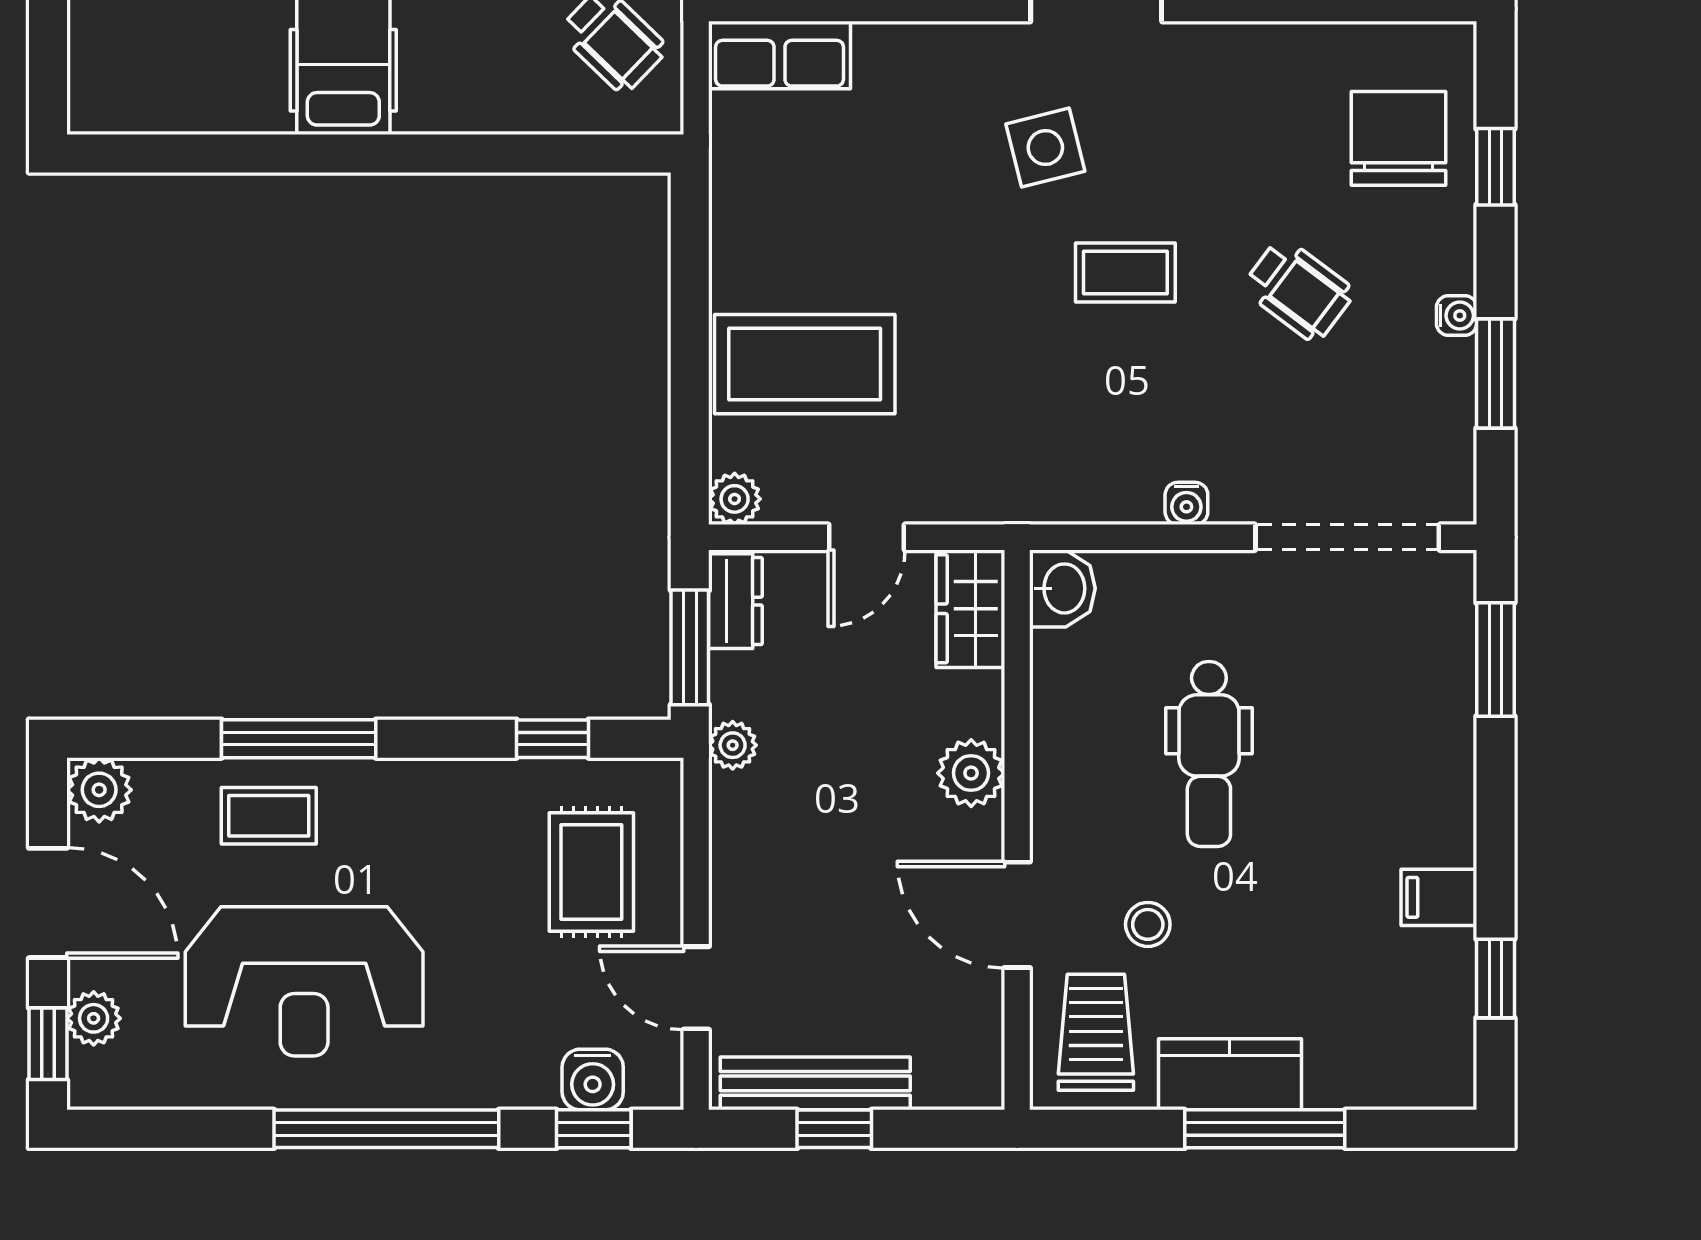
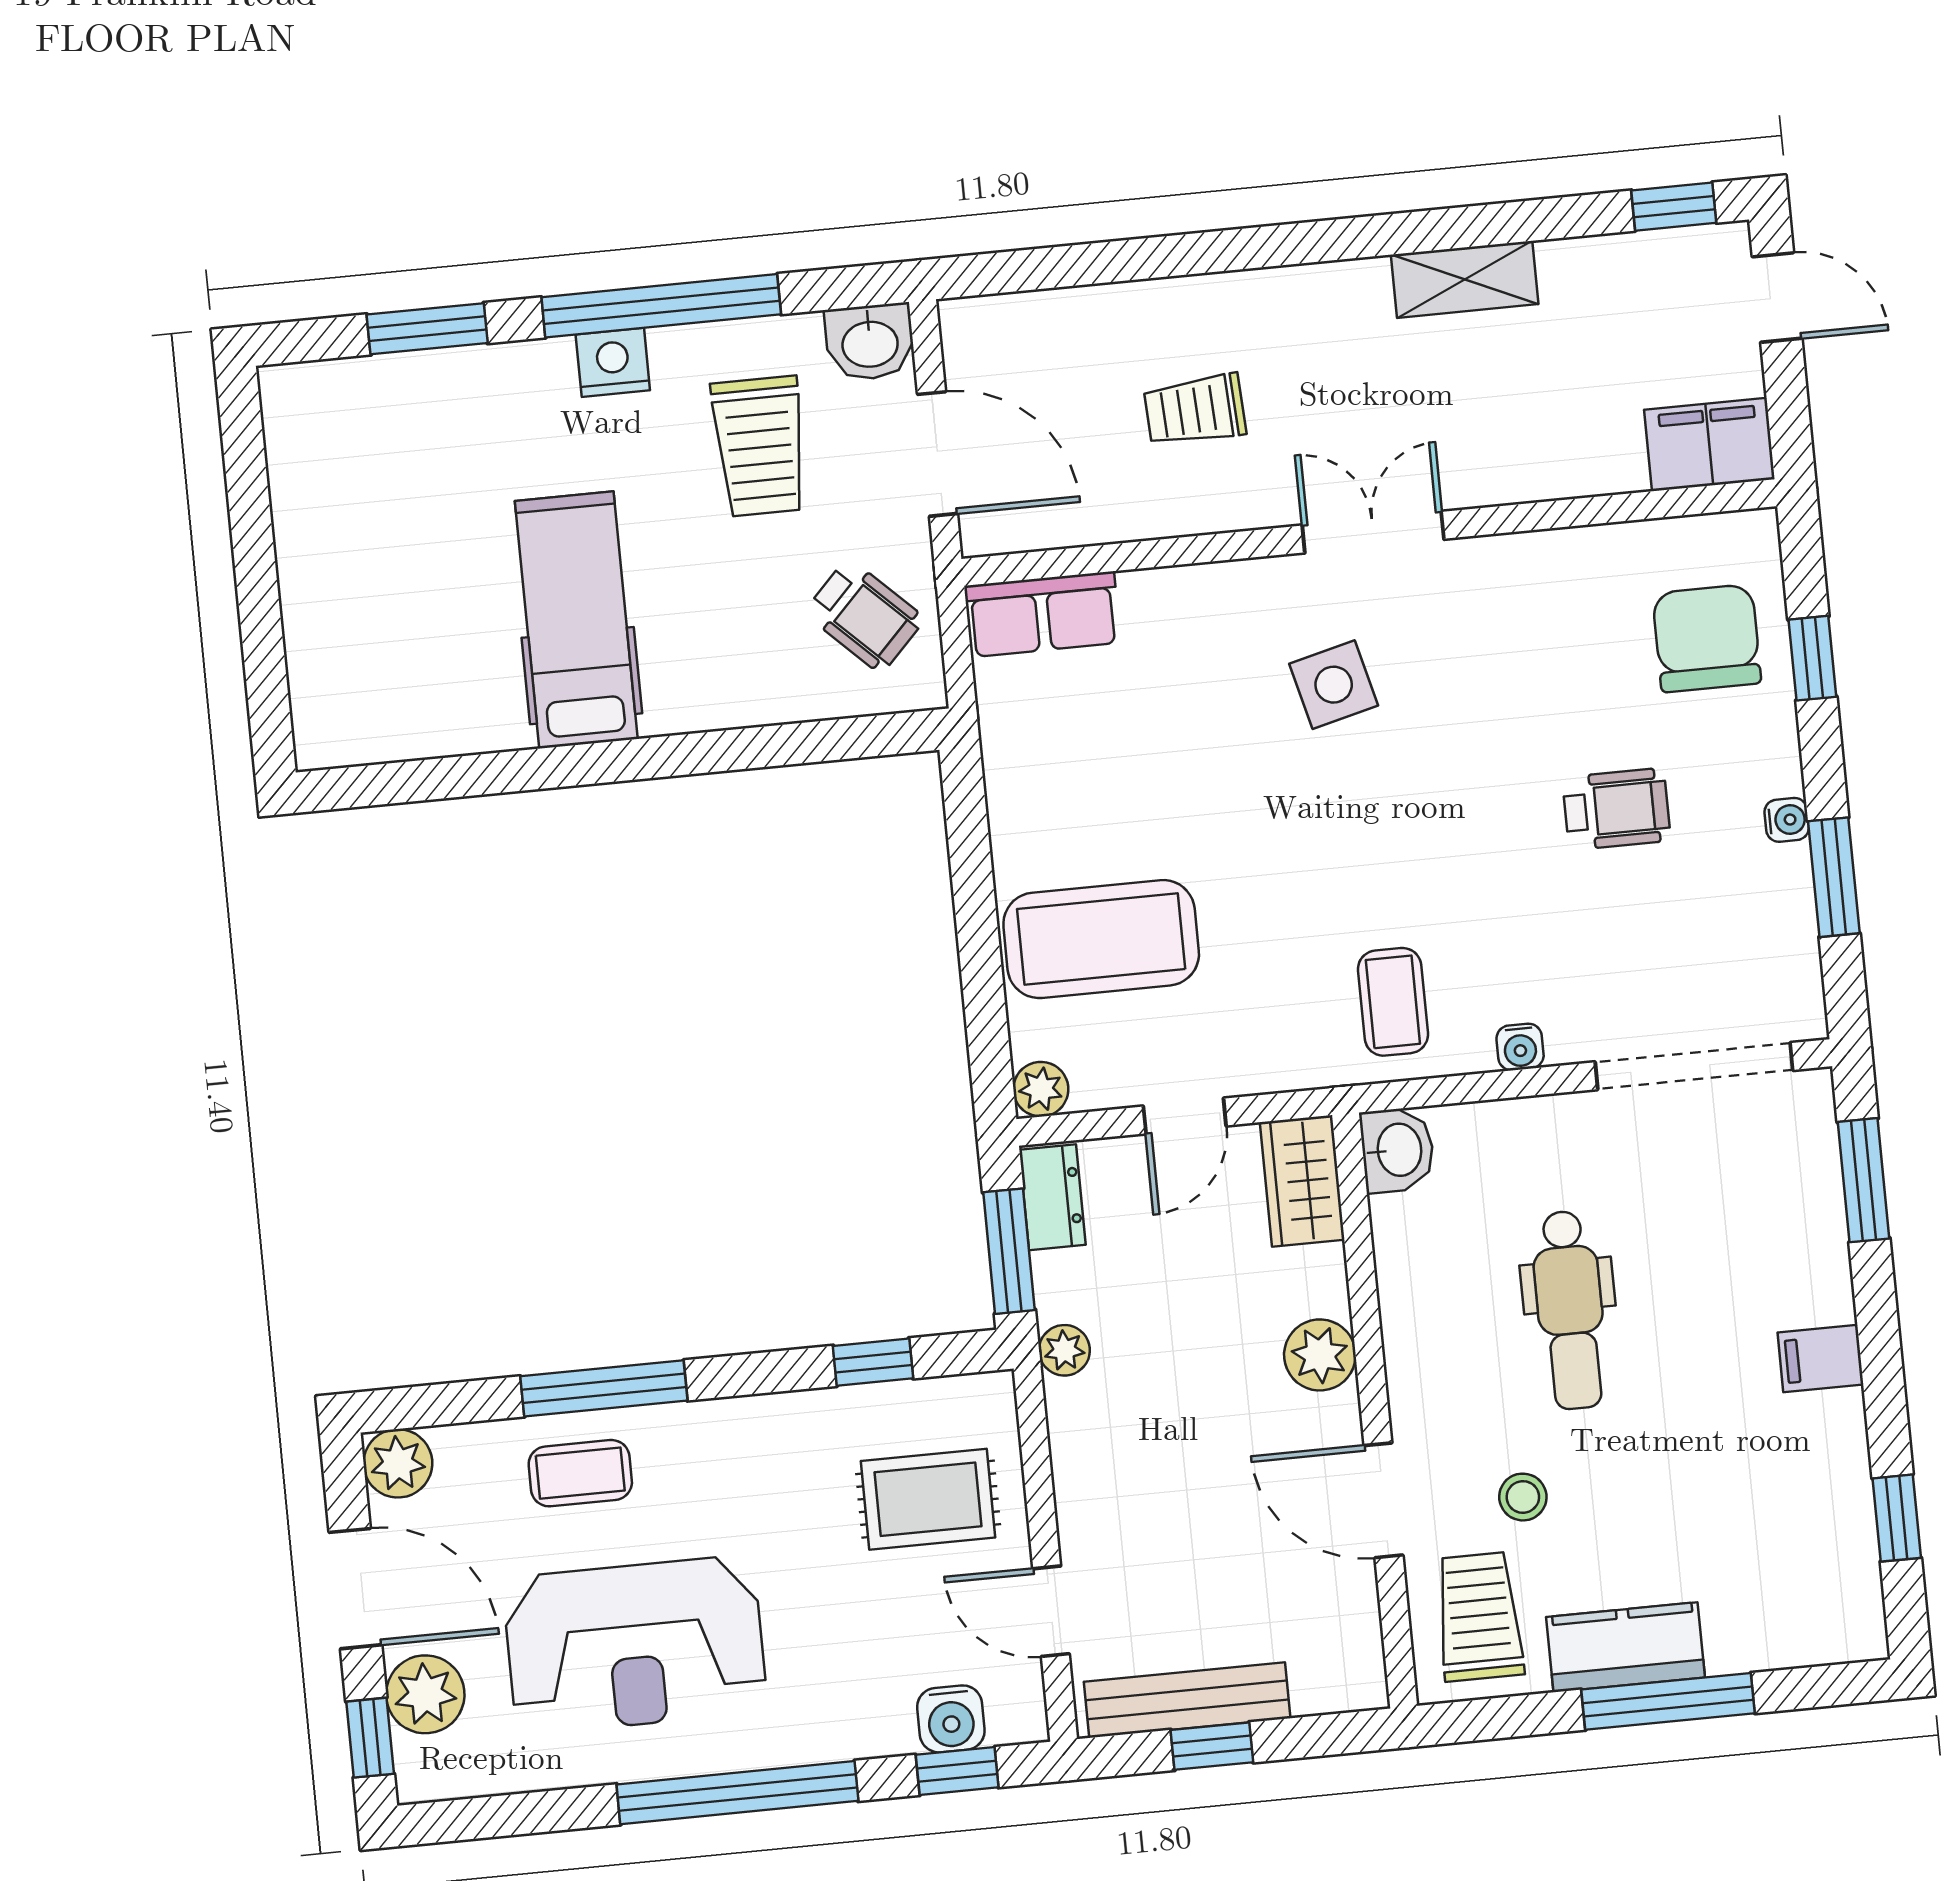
coffee table: (1125, 272) -> (1393, 1002), moved, turned 90
wheelchair: (1298, 290) -> (1616, 809), turned -37
rug: (591, 872) -> (928, 1499), turned 90
filing cabinet: (1439, 897) -> (1821, 1359), moved
plant: (94, 1018) -> (425, 1694), width x1.38, depth x1.38

